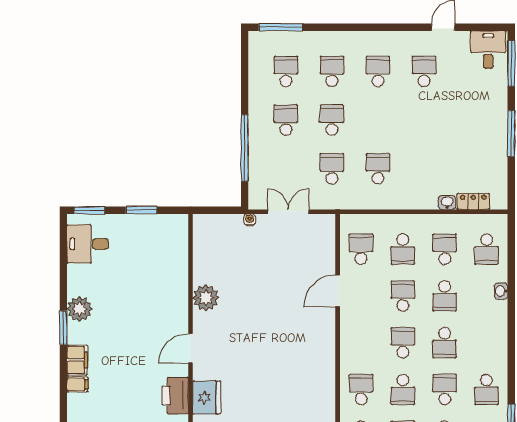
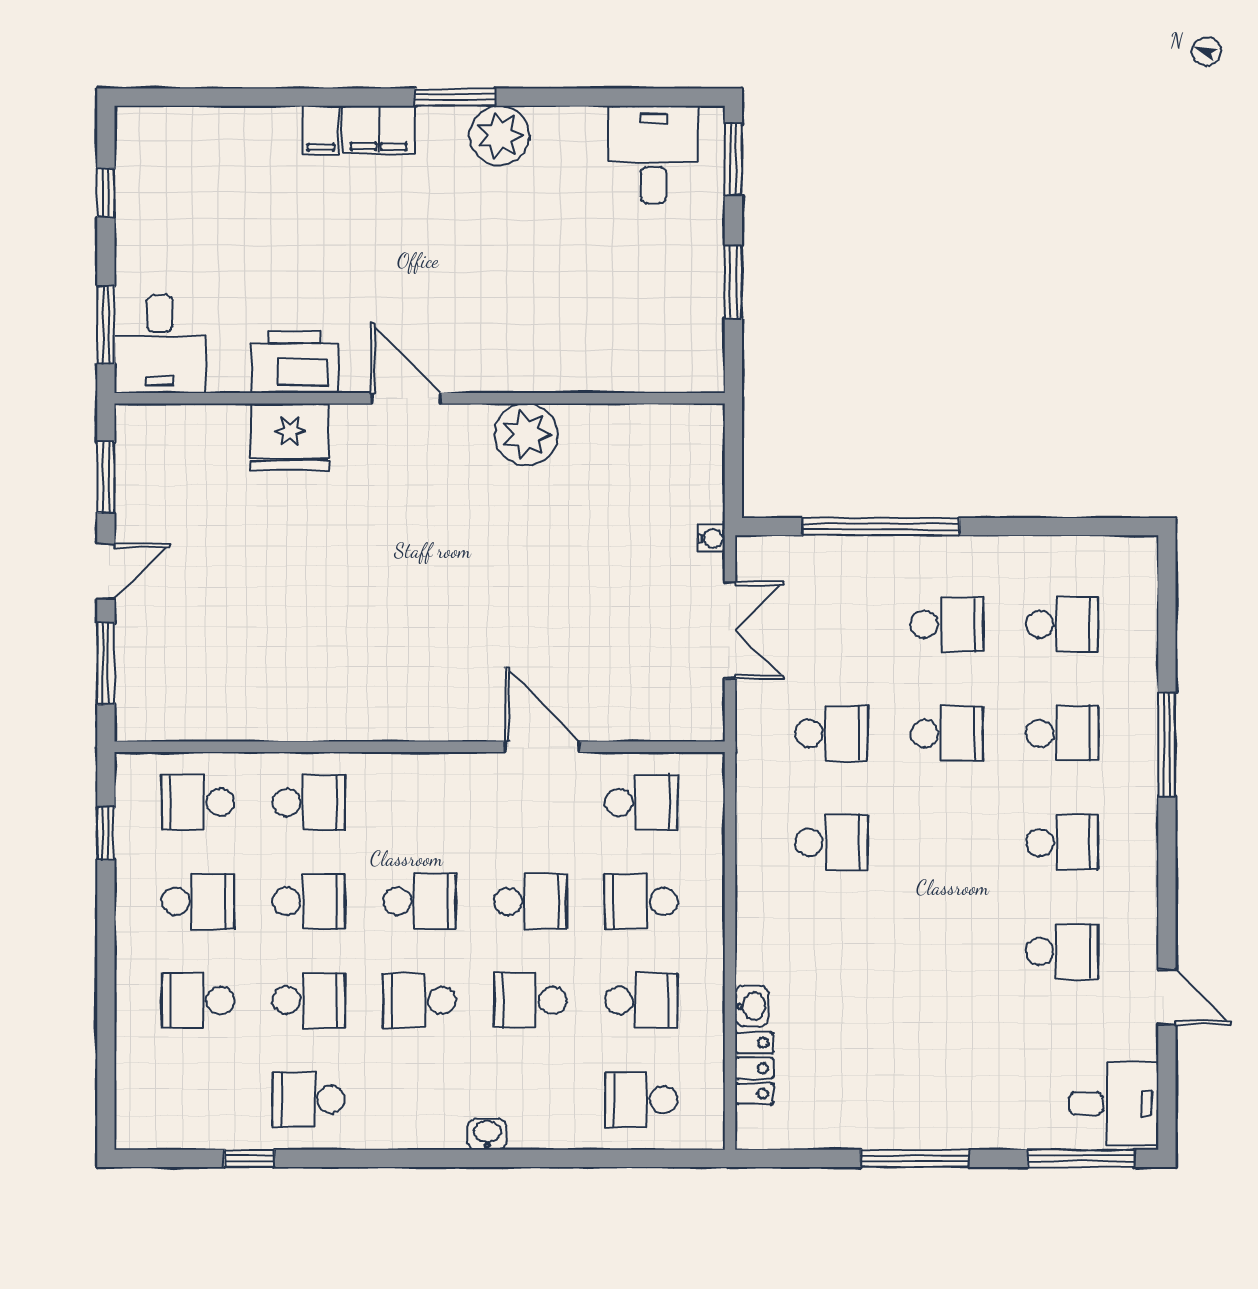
window: (281, 27) -> (1167, 744), moved
washbasin: (501, 291) -> (487, 1134), moved
school desk: (403, 389) -> (309, 901), turned 180

